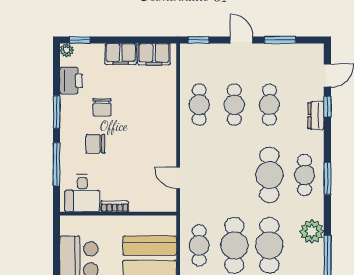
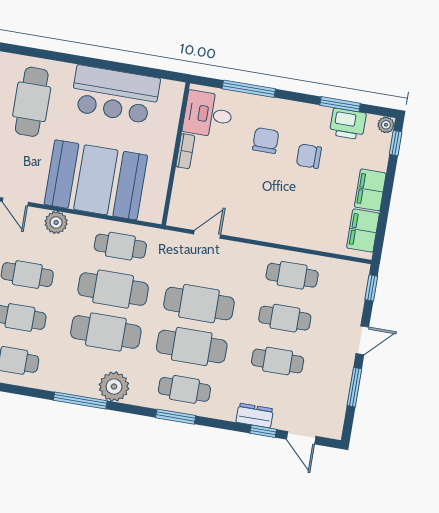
window: (56, 112) -> (340, 104), moved
cafe table: (234, 175) -> (199, 304), added

